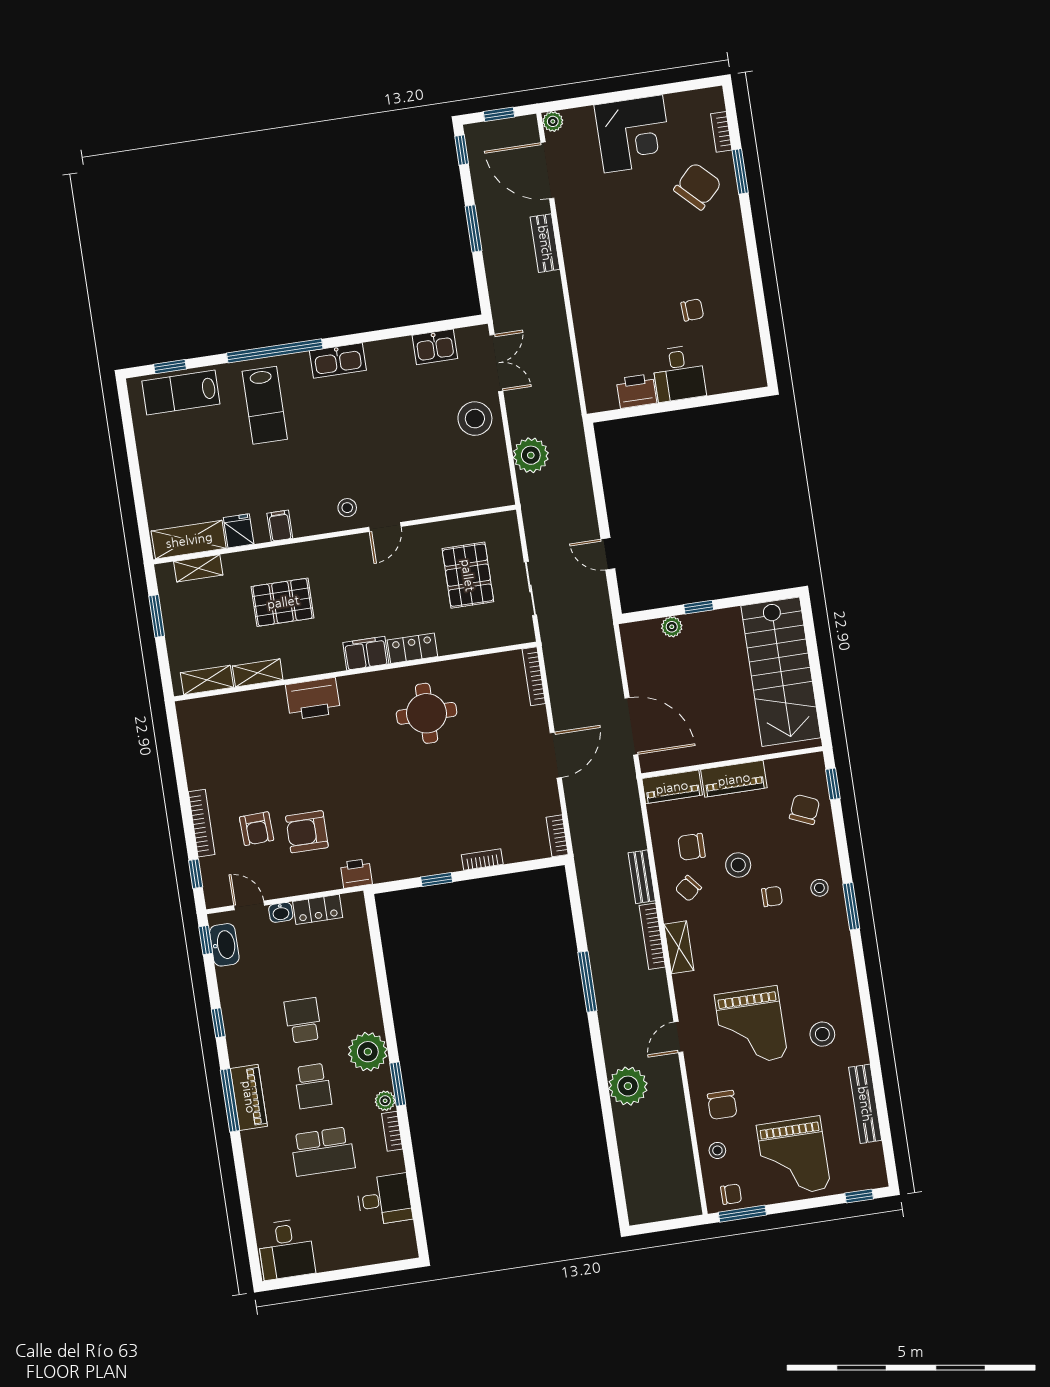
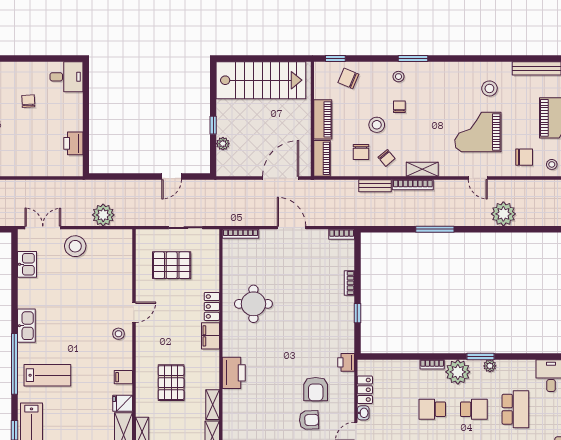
desk: (679, 373) -> (66, 77), moved
door: (385, 527) -> (134, 312), hinge flipped
grand piano: (751, 1026) -> (478, 132), turned 180
bookcase: (392, 1131) -> (432, 364), moved

